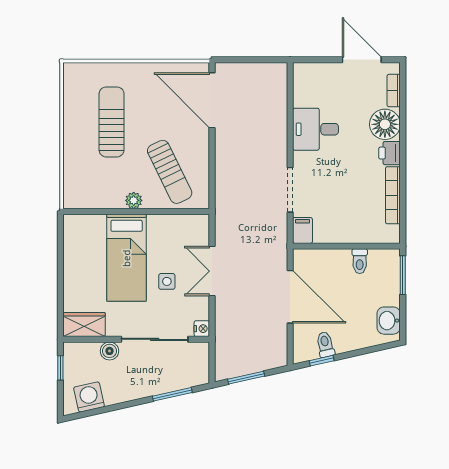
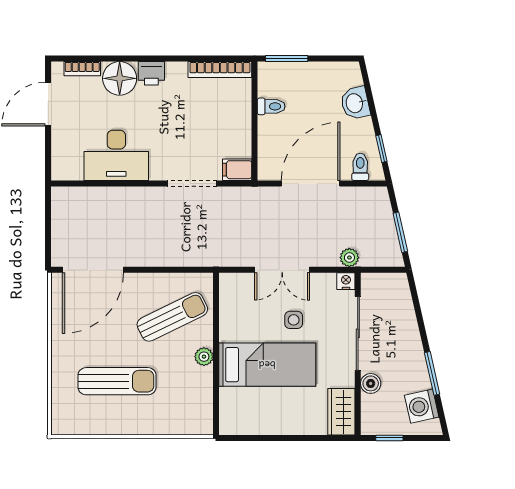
sun lounger: (112, 122) -> (117, 381), turned 180
desk: (315, 129) -> (116, 155), width x1.37
bookcase: (393, 195) -> (220, 70), moved
washbasin: (389, 321) -> (355, 103), moved, turned 77
plant: (223, 332) -> (349, 258), added
toilet: (325, 344) -> (360, 167), moved, turned 103
window: (172, 394) -> (432, 373), moved

